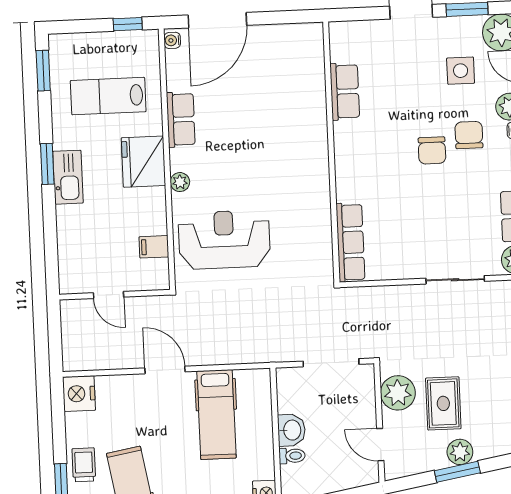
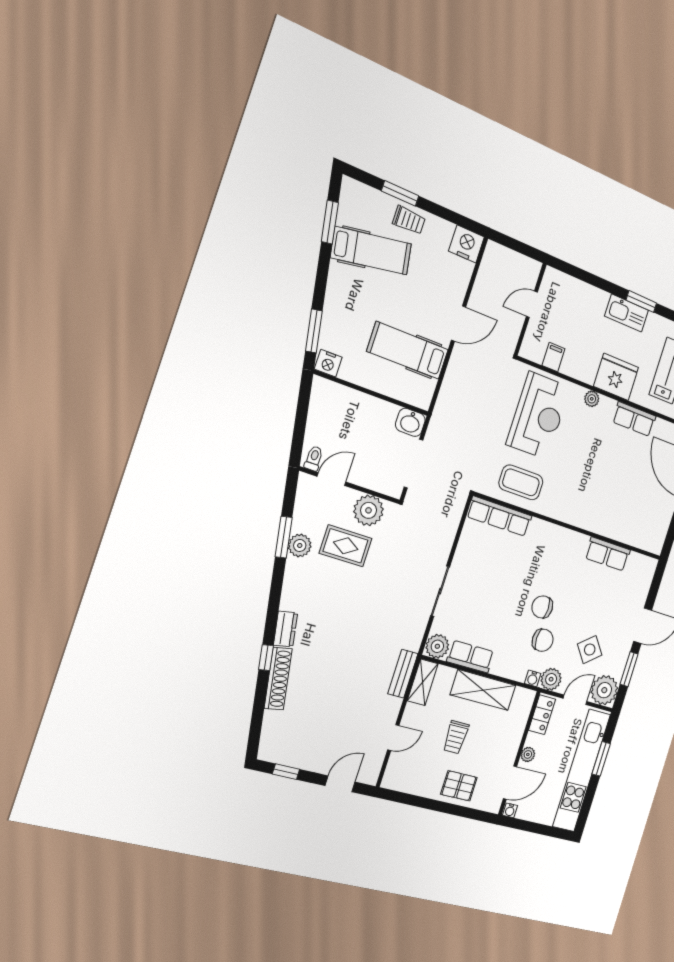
side table: (461, 71) -> (590, 650), turned -38
coffee table: (304, 231) -> (521, 482), added
washbasin: (291, 430) -> (410, 422), moved
toilet: (292, 456) -> (314, 458), moved, turned 180

